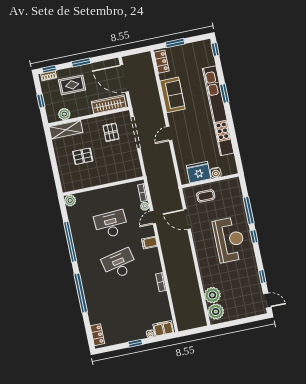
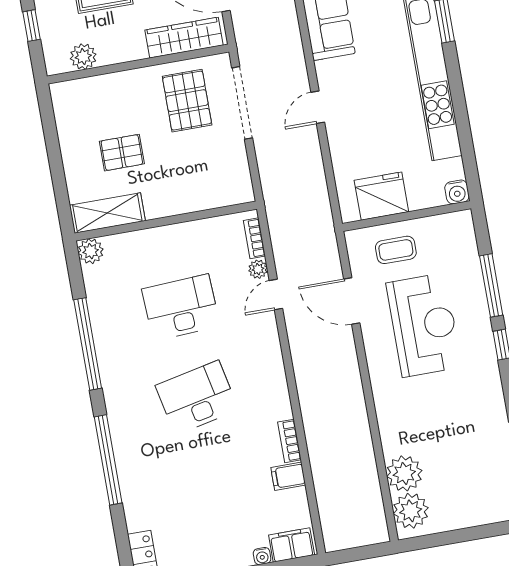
shelving: (66, 130) -> (107, 213), moved
pallet: (111, 132) -> (187, 101), width x1.50, depth x1.42
water cooler: (216, 173) -> (457, 192), moved
reception desk: (229, 240) -> (424, 325), moved
filing cabinet: (149, 243) -> (288, 476), moved

